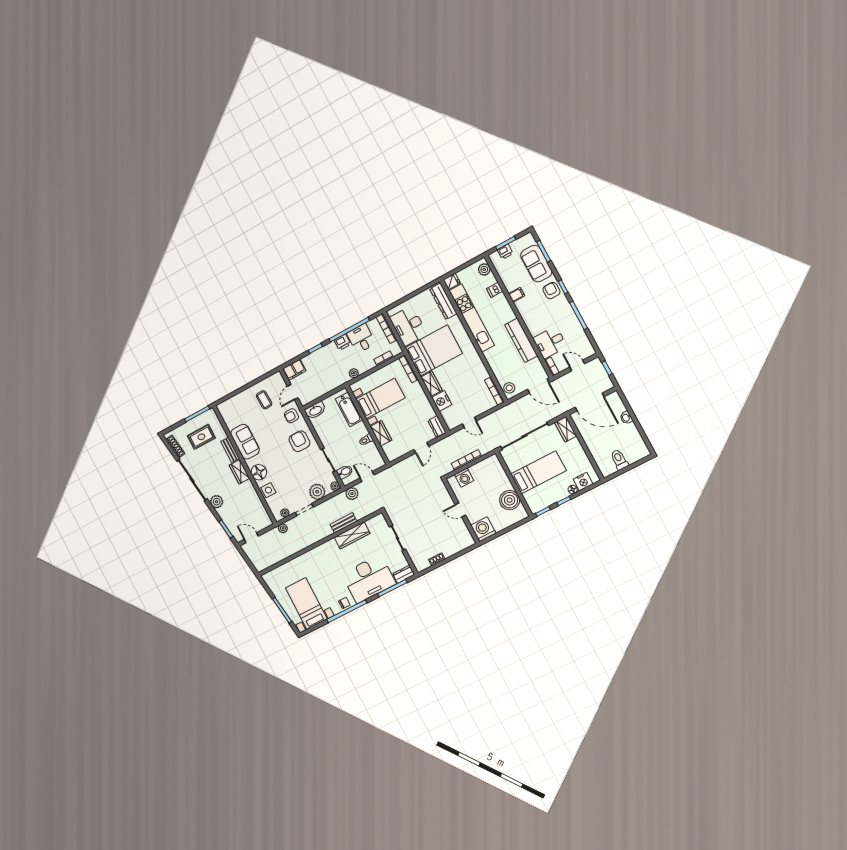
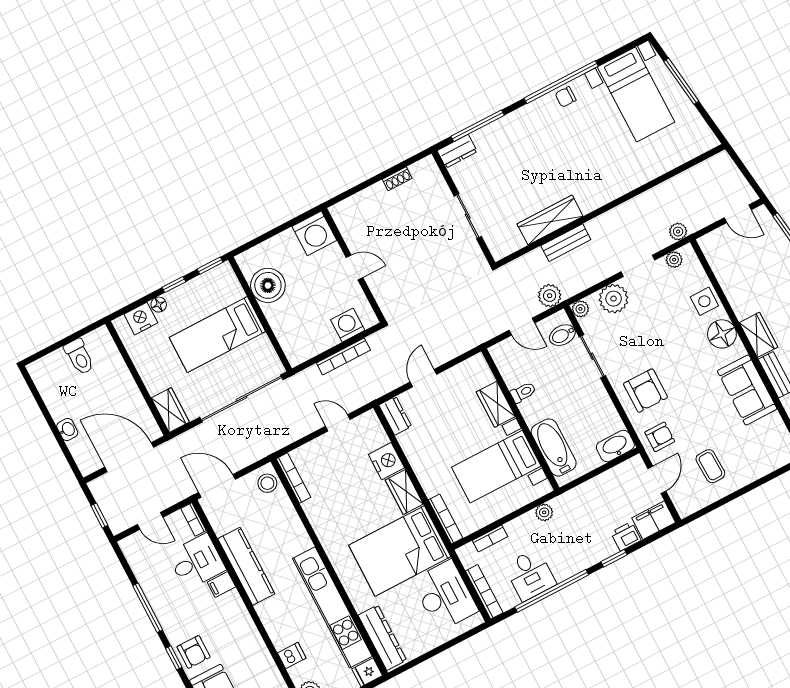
filing cabinet: (517, 295) -> (221, 585), moved
printer: (342, 342) -> (626, 536), moved
desk: (369, 579) -> (521, 142), removed

